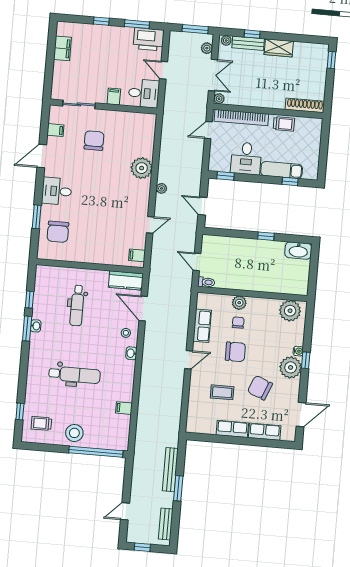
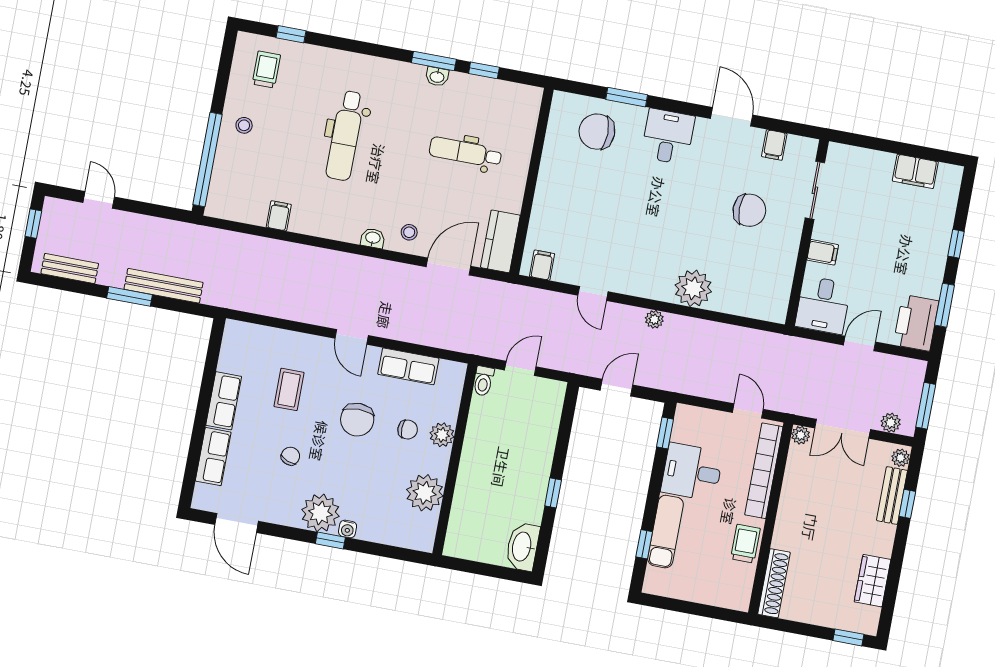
wardrobe: (279, 48) -> (872, 581), moved
trolley: (284, 124) -> (745, 544), turned 180
plant: (290, 311) -> (425, 493), moved
chair: (260, 388) -> (290, 456), width x0.54, depth x0.54
stool: (74, 433) -> (244, 125), width x0.53, depth x0.53

